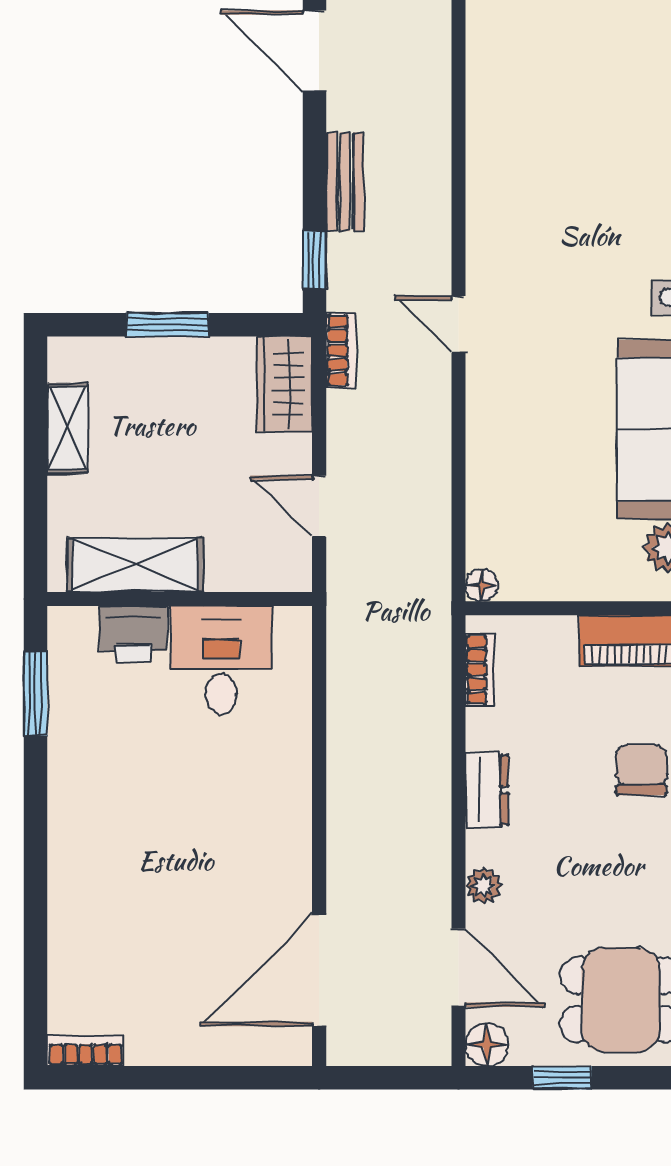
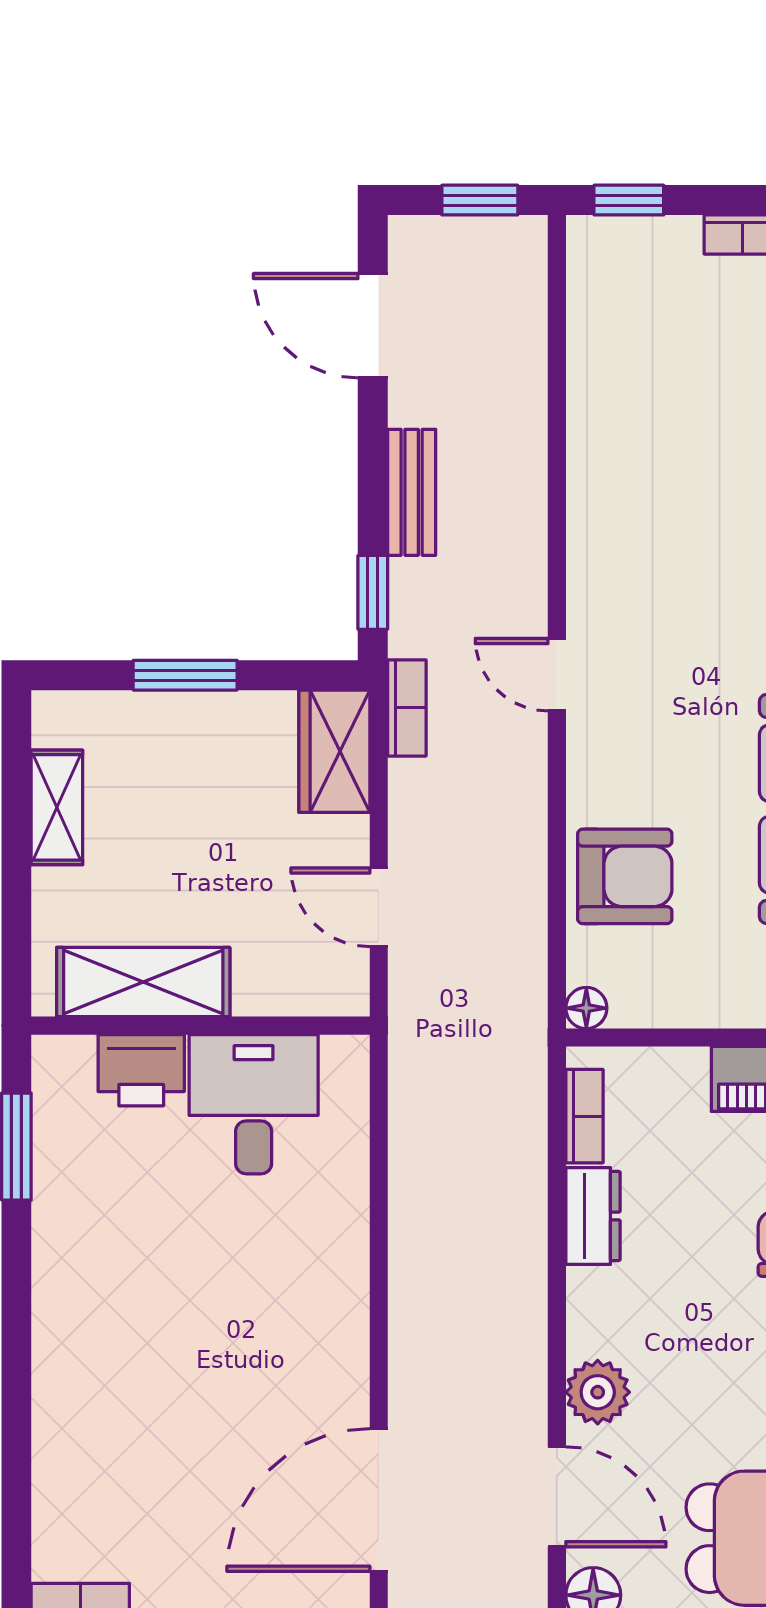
armchair: (512, 482) -> (625, 876), added
dresser: (487, 790) -> (593, 1216), moved
plant: (484, 886) -> (598, 1392), width x1.38, depth x1.38

